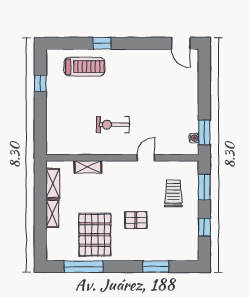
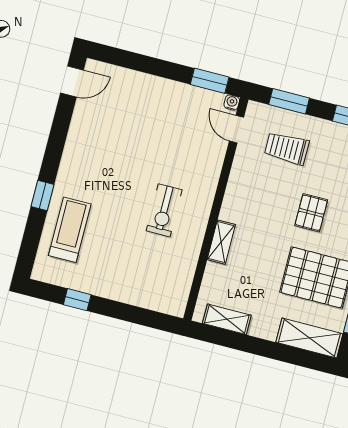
water cooler: (194, 138) -> (232, 102), moved
door: (146, 158) -> (236, 129), moved
shelving: (88, 167) -> (221, 242), moved
shelving: (52, 214) -> (309, 338), moved, width x1.50, depth x1.33

